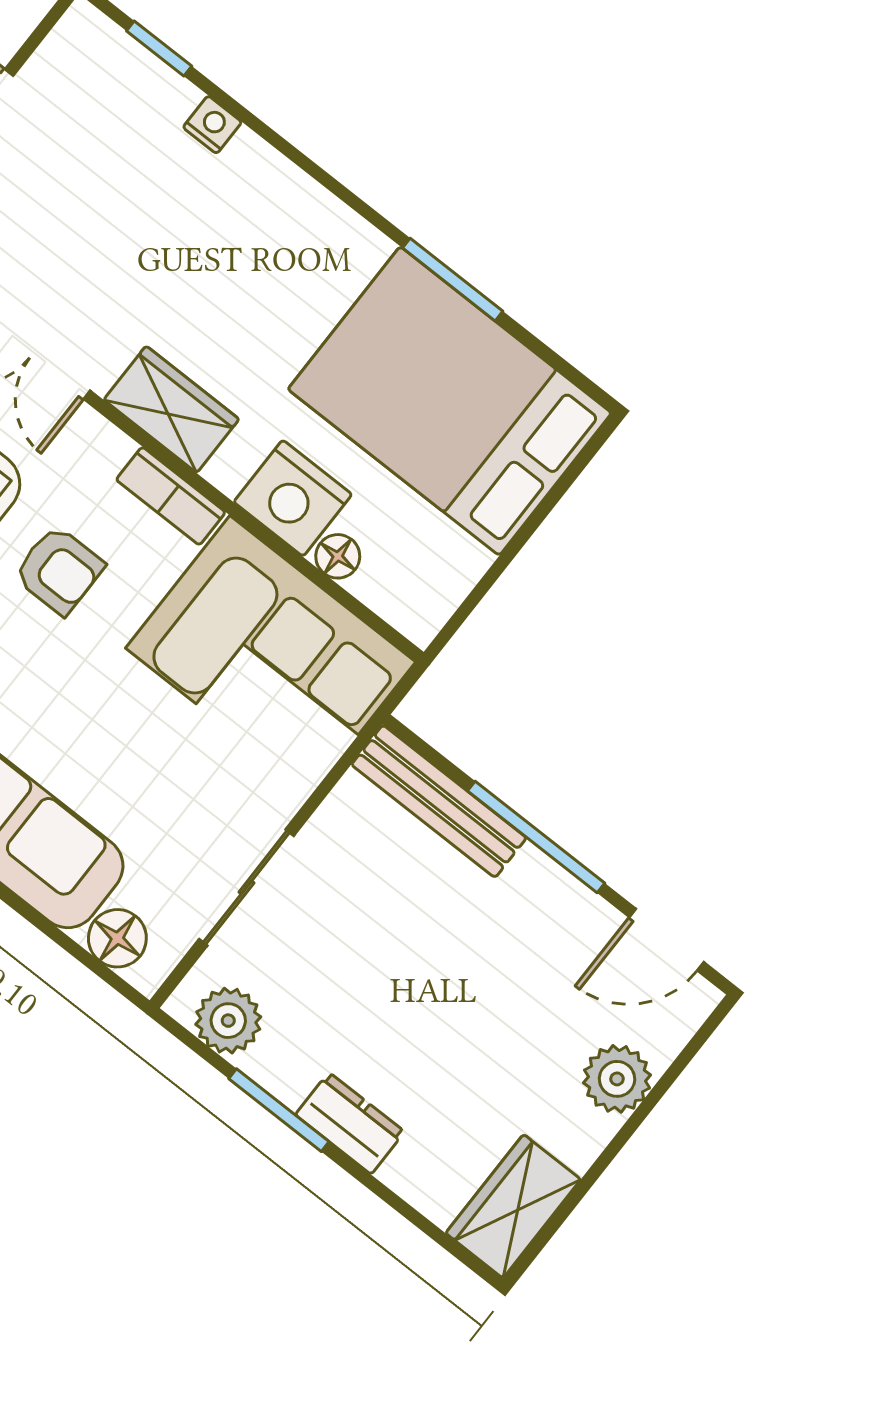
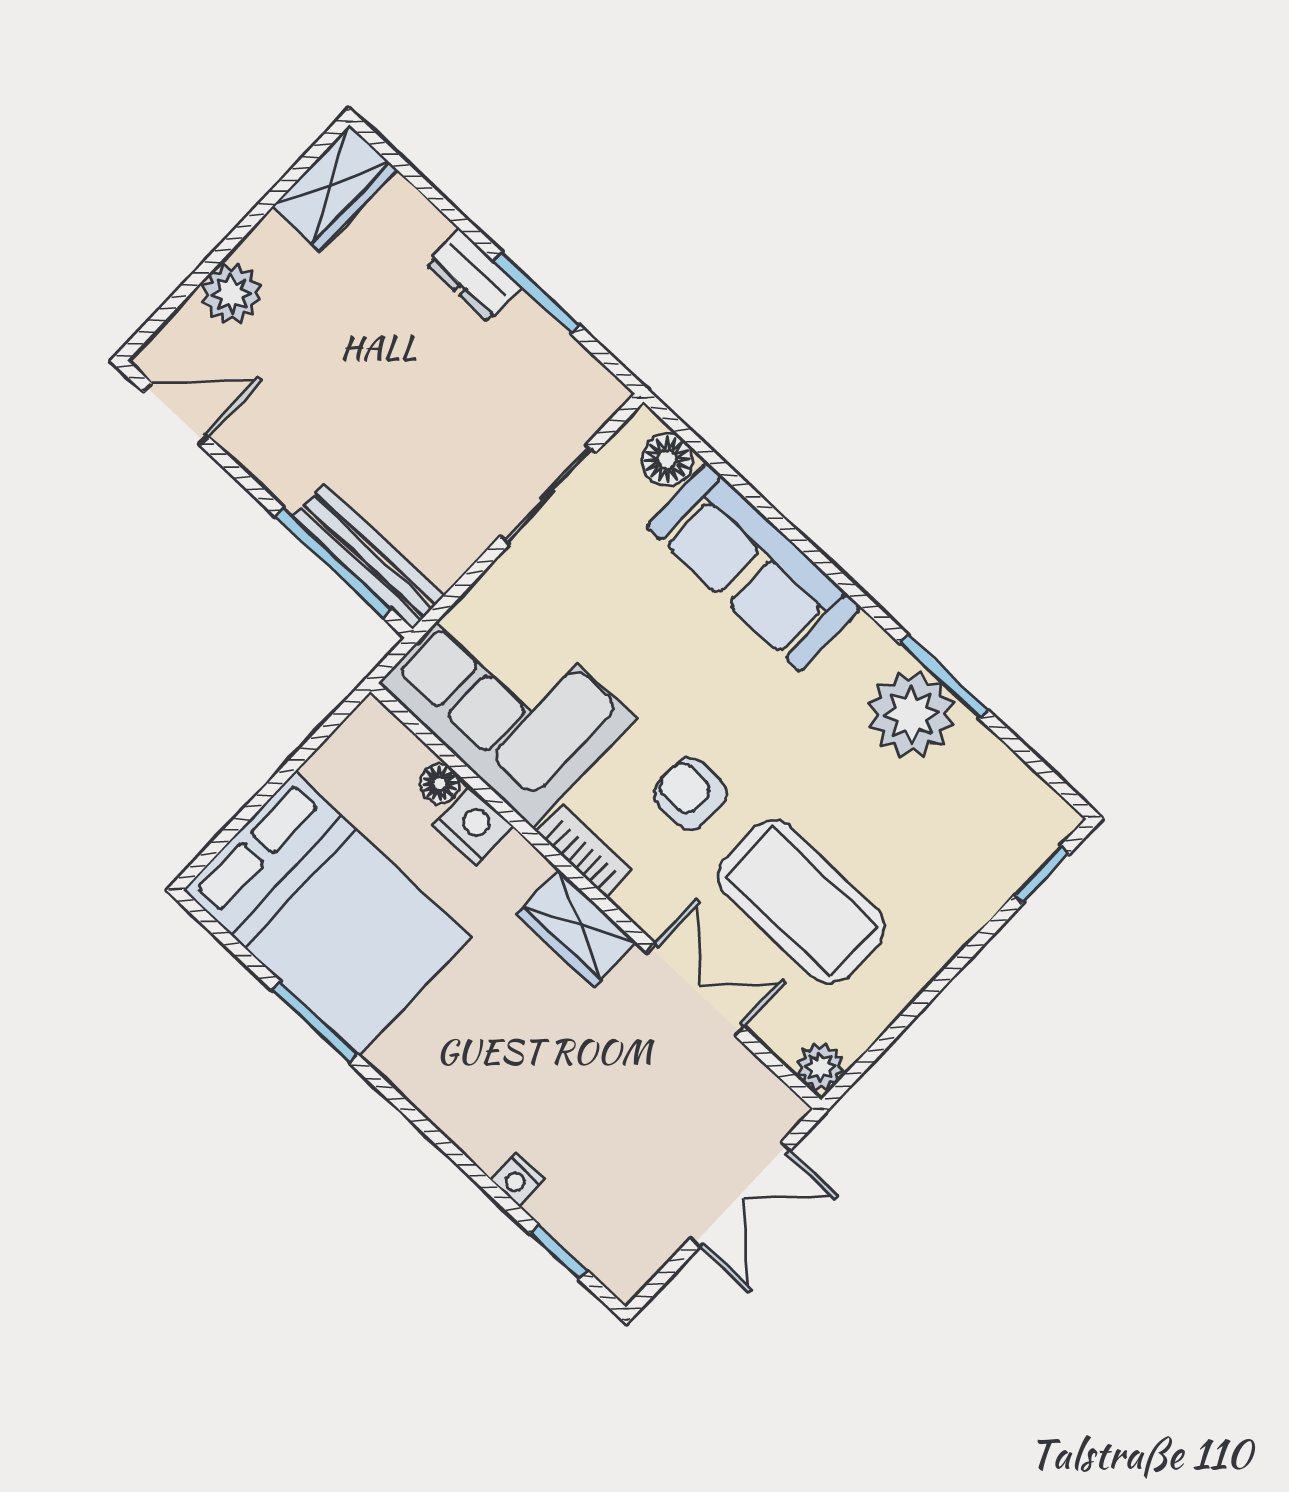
nightstand: (293, 498) -> (473, 826), width x0.74, depth x0.75
window: (536, 837) -> (333, 563), moved
plant: (228, 1021) -> (575, 377), removed

